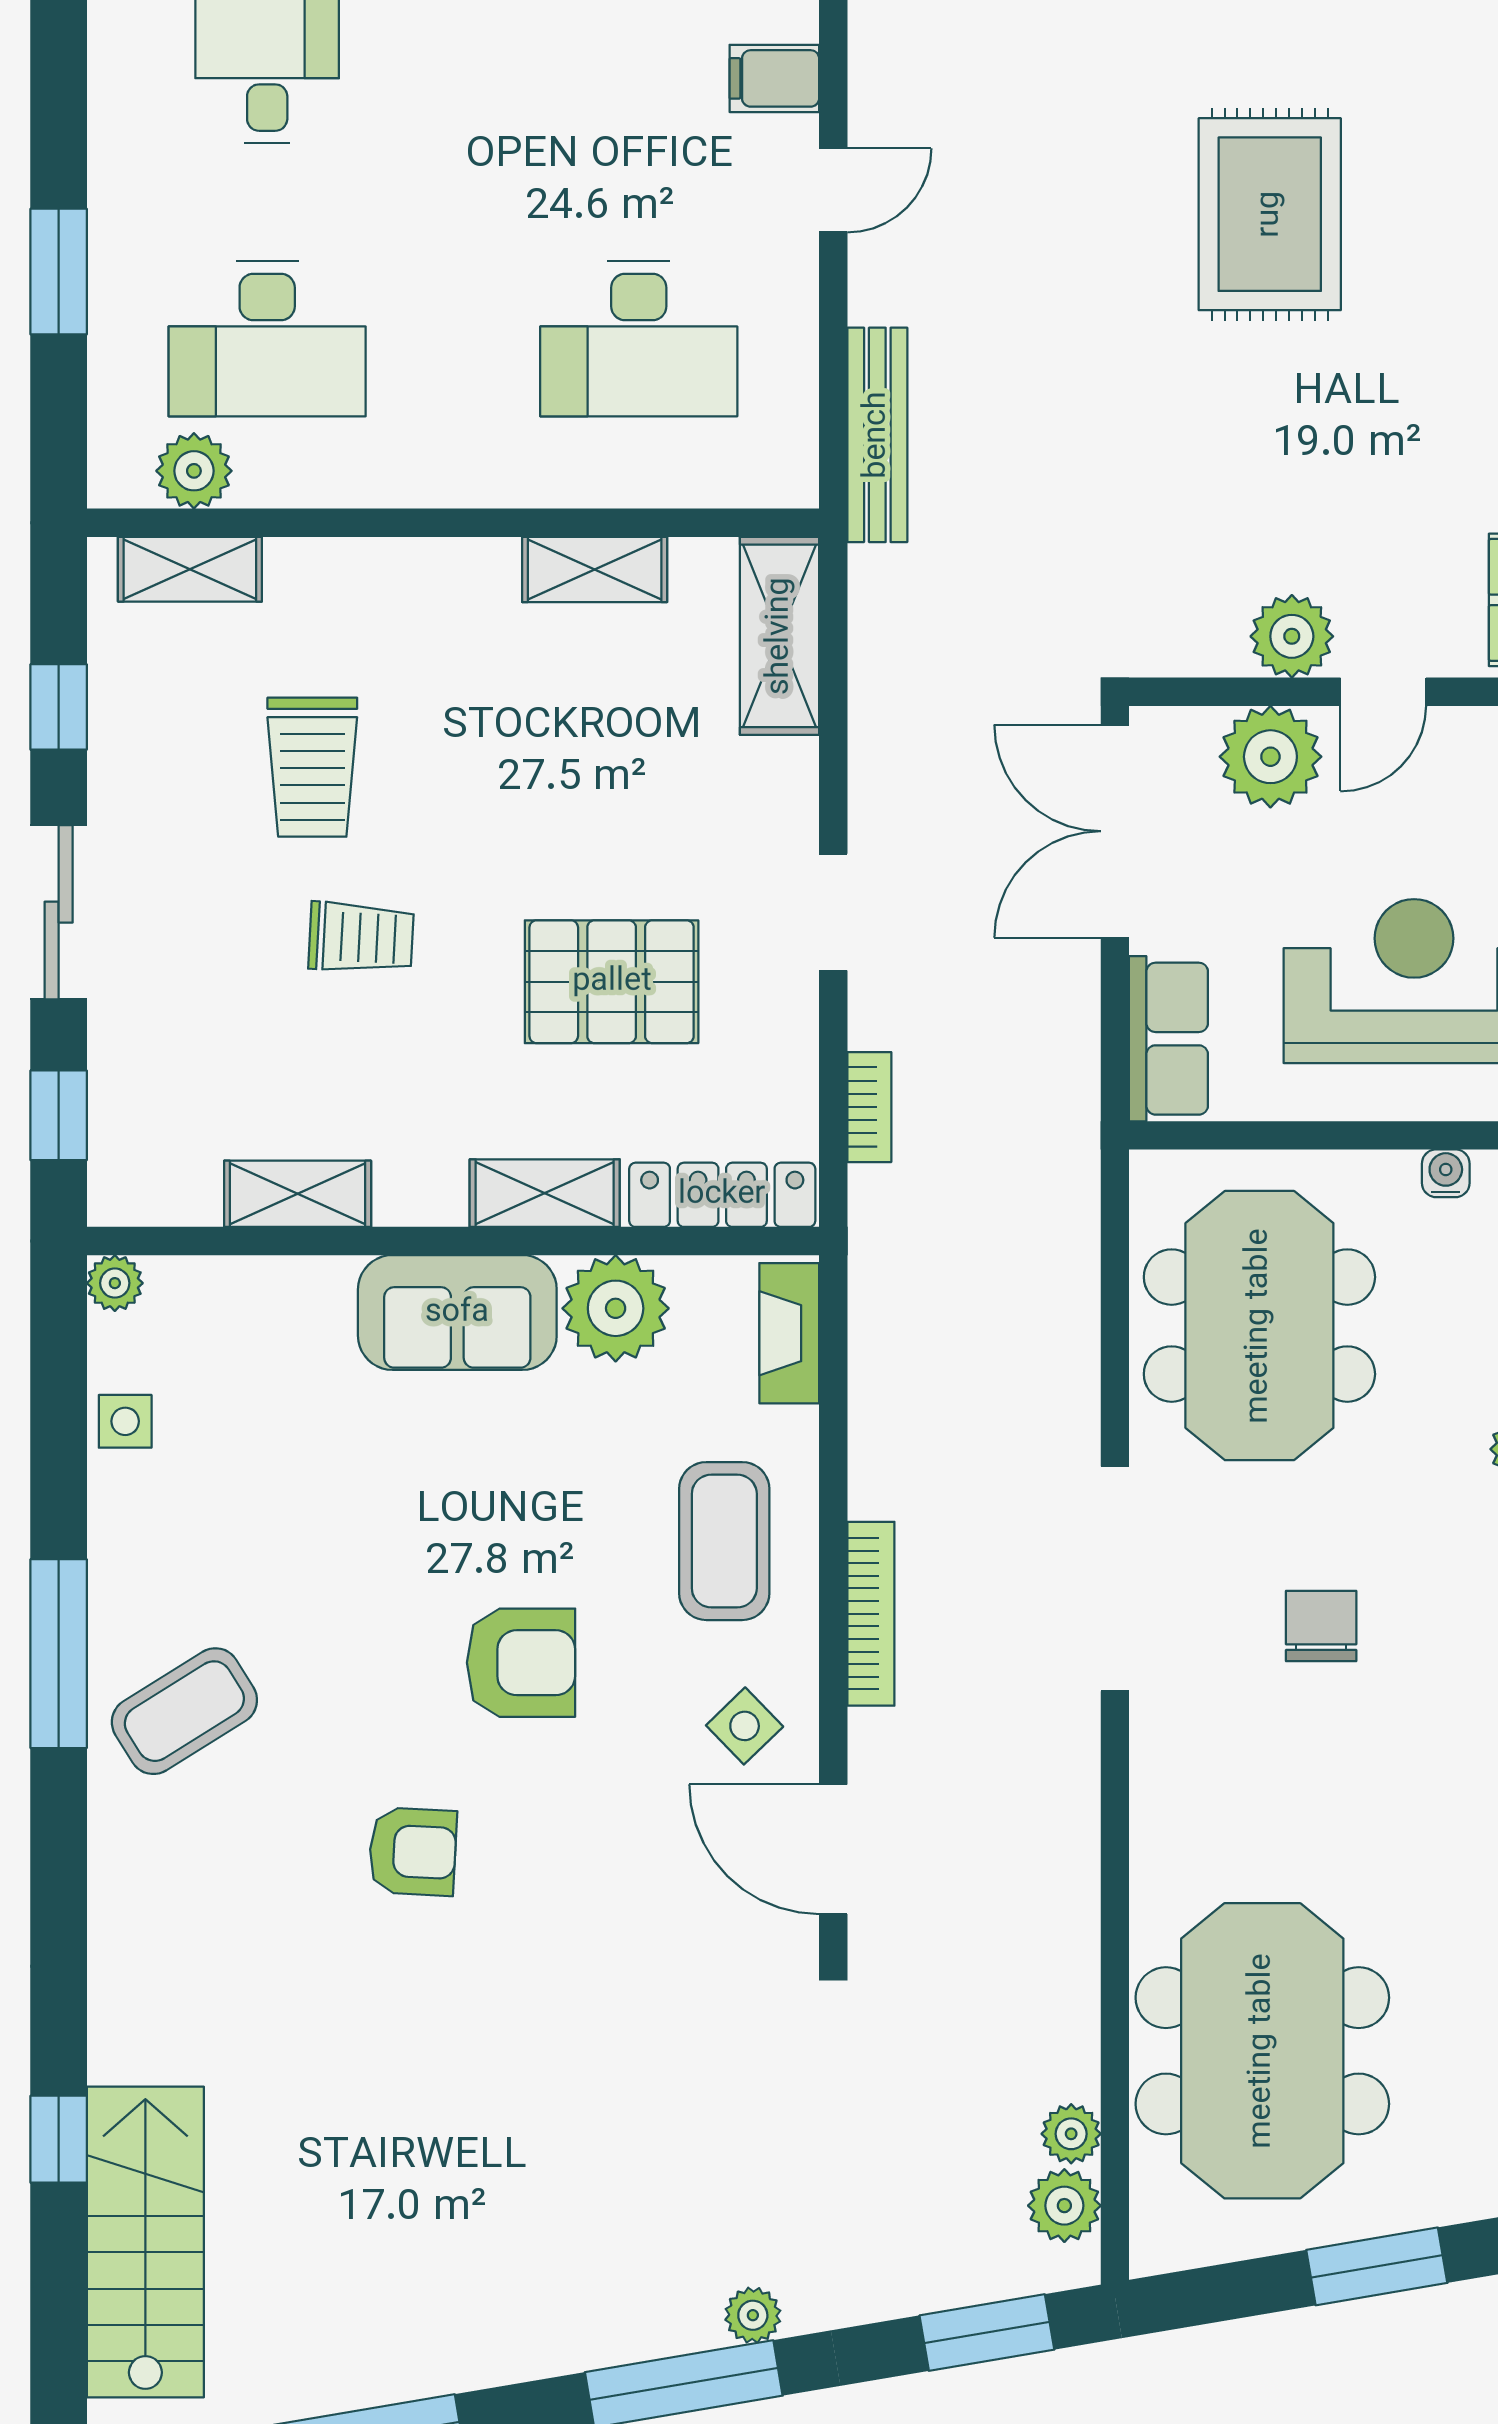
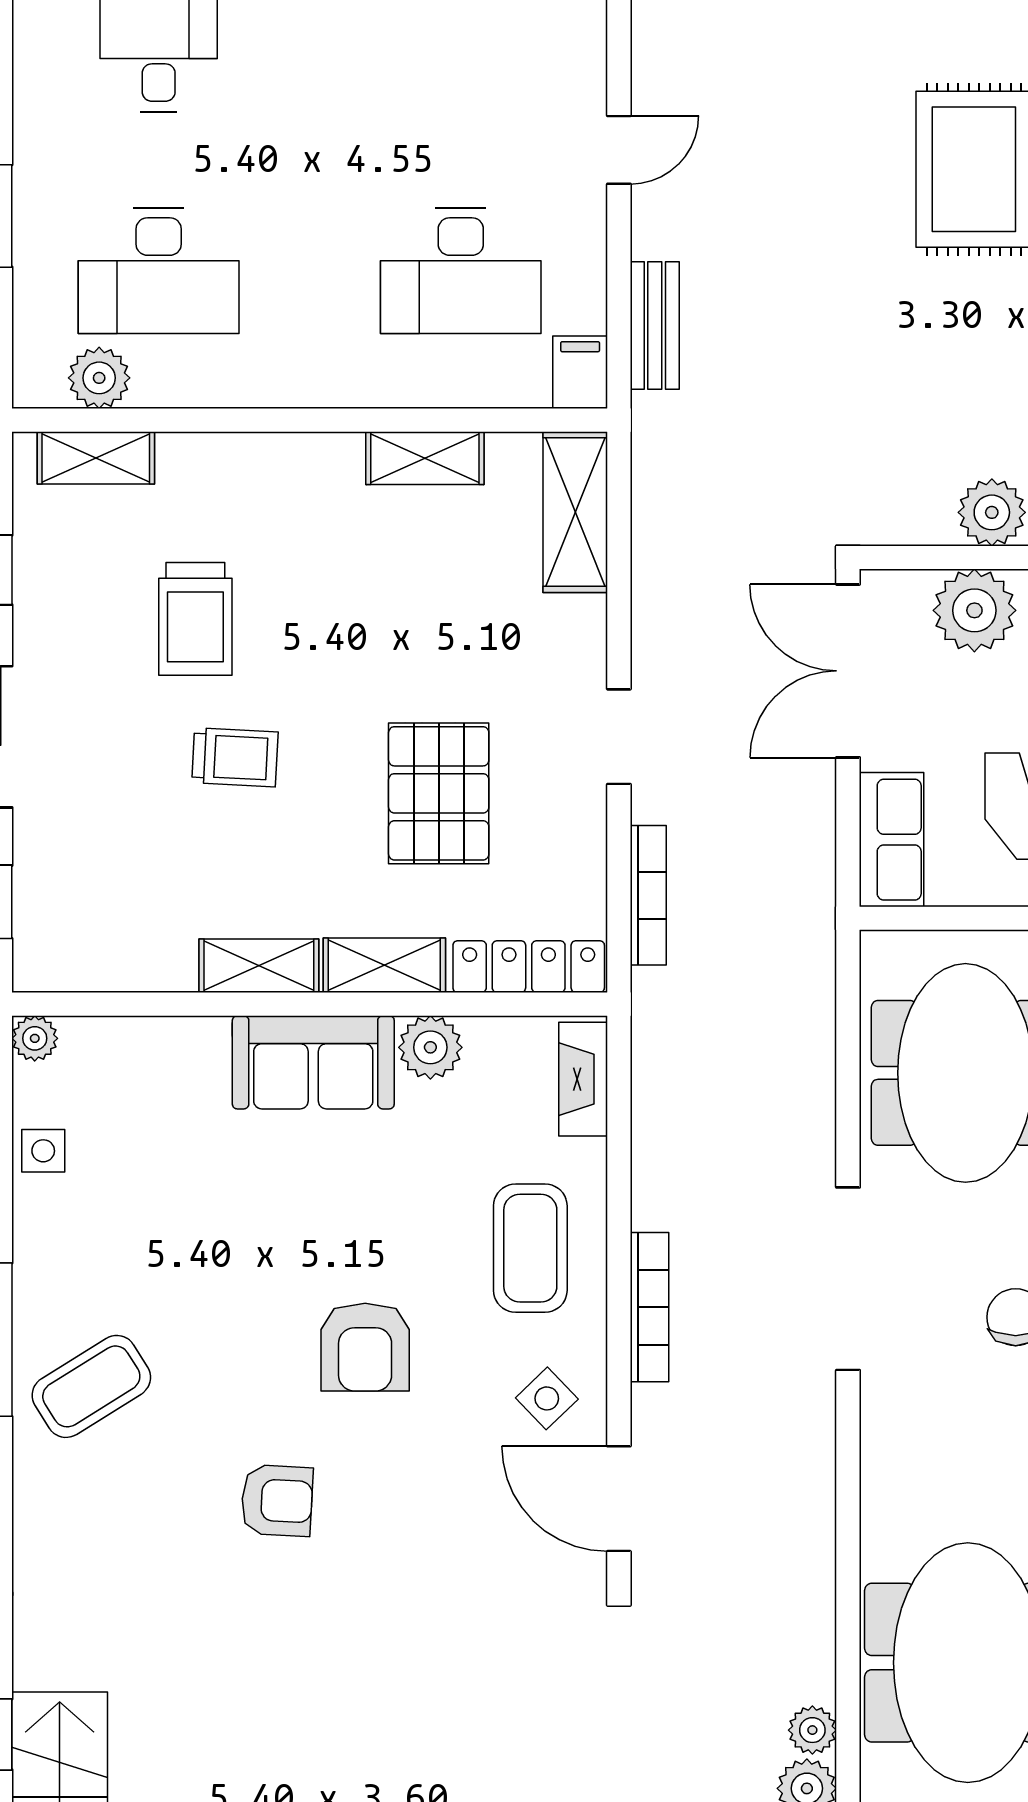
filing cabinet: (774, 78) -> (580, 372), moved, turned 90
bench: (877, 435) -> (655, 325), width x0.73
pallet: (612, 982) -> (439, 793), turned 90
bookcase: (869, 1107) -> (648, 895), width x1.56
shelving: (298, 1194) -> (259, 966), moved
plant: (616, 1308) -> (430, 1047), width x0.73, depth x0.73
armchair: (521, 1663) -> (365, 1347), turned 90

